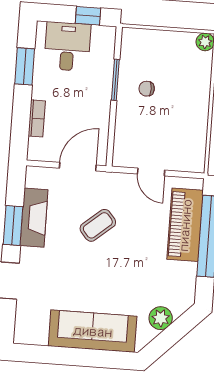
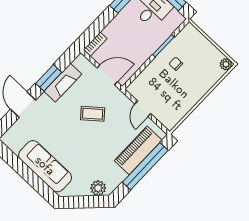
bookcase: (37, 118) -> (95, 44), moved
plant: (161, 318) -> (98, 188), moved

